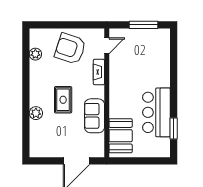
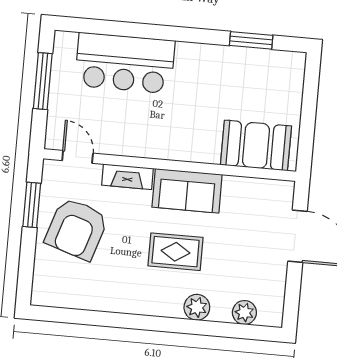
window: (80, 25) -> (32, 205), added
plant: (35, 54) -> (244, 312), moved
bar counter: (156, 112) -> (125, 63), moved
sofa: (94, 116) -> (187, 191), moved

